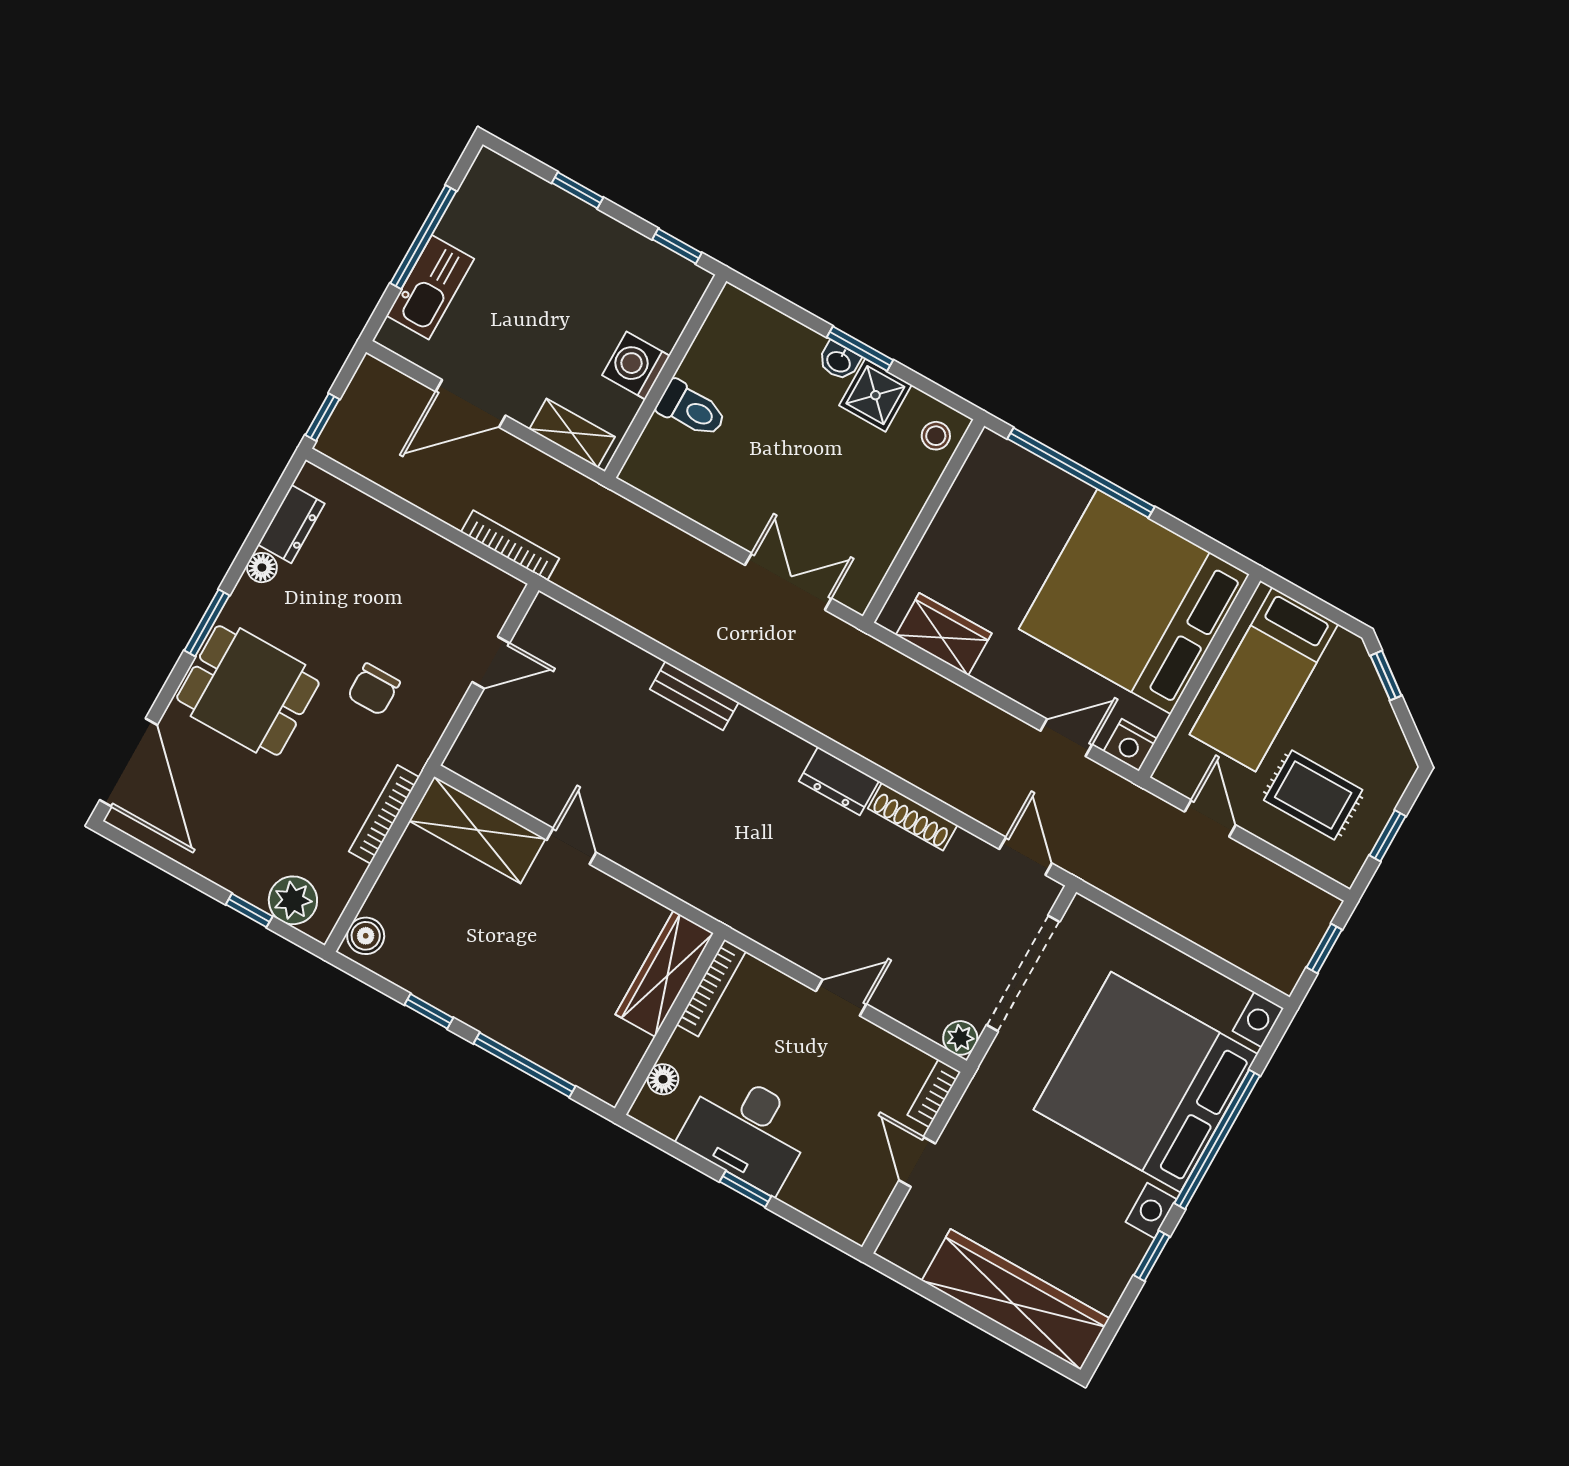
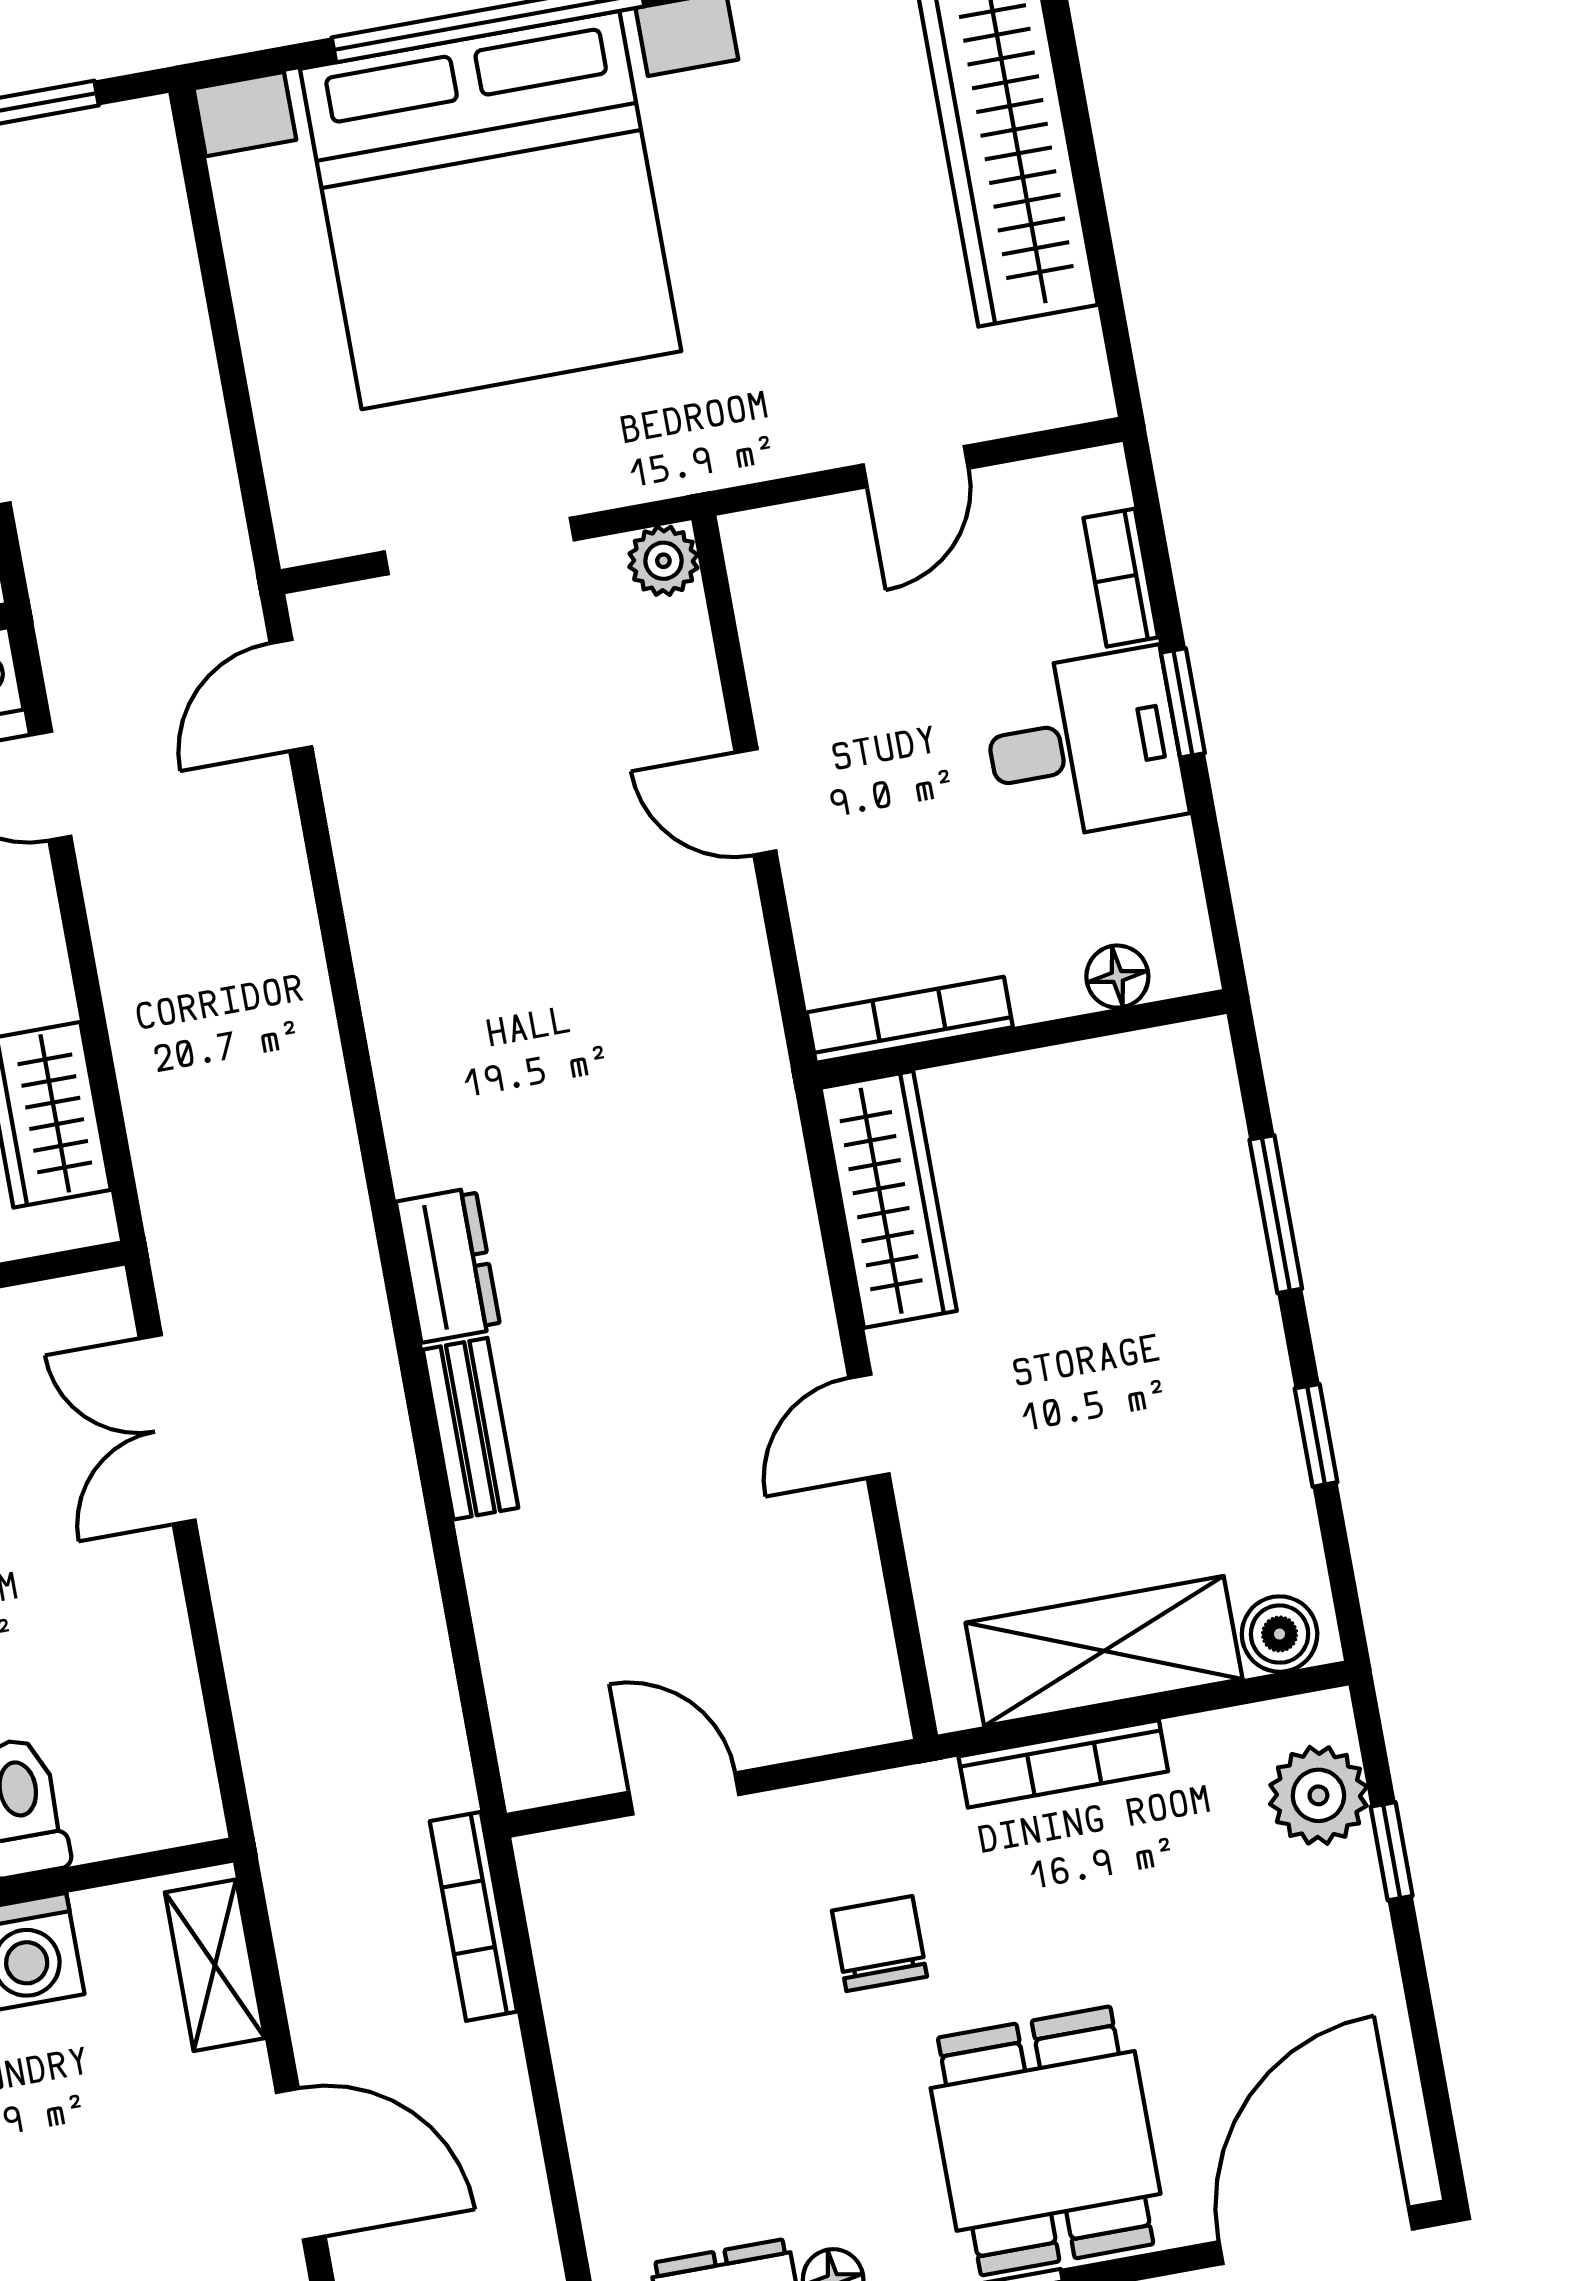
chair: (374, 689) -> (879, 1944), turned -90
dresser: (839, 781) -> (448, 1265), moved
shoe rack: (913, 817) -> (376, 925), removed
shelving: (477, 830) -> (1104, 1651), moved, turned 90
doorway: (1023, 973) -> (479, 546), width x0.73
wardrobe: (664, 974) -> (889, 1199), moved, turned -90
window: (525, 1065) -> (1276, 1214), width x0.69
bookcase: (934, 1093) -> (1121, 578), moved, turned 90
desk: (747, 1131) -> (1084, 745), width x0.73

